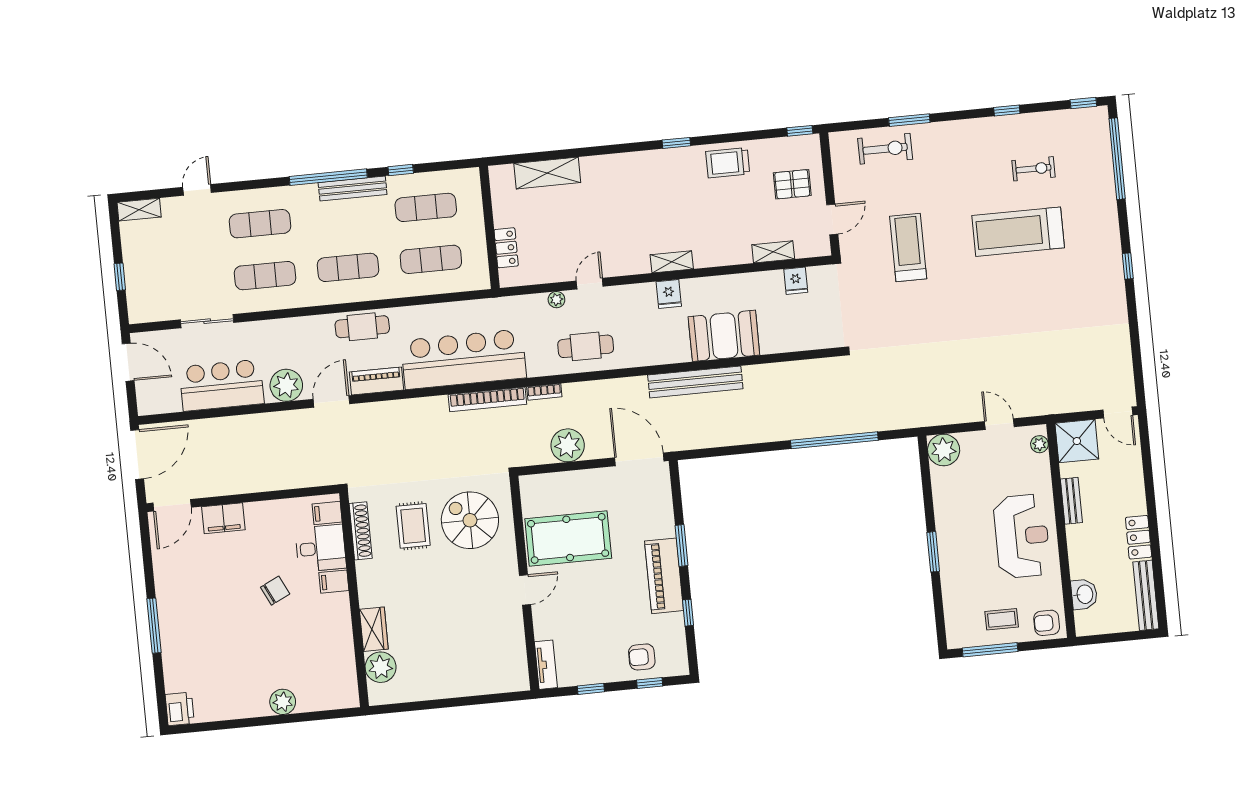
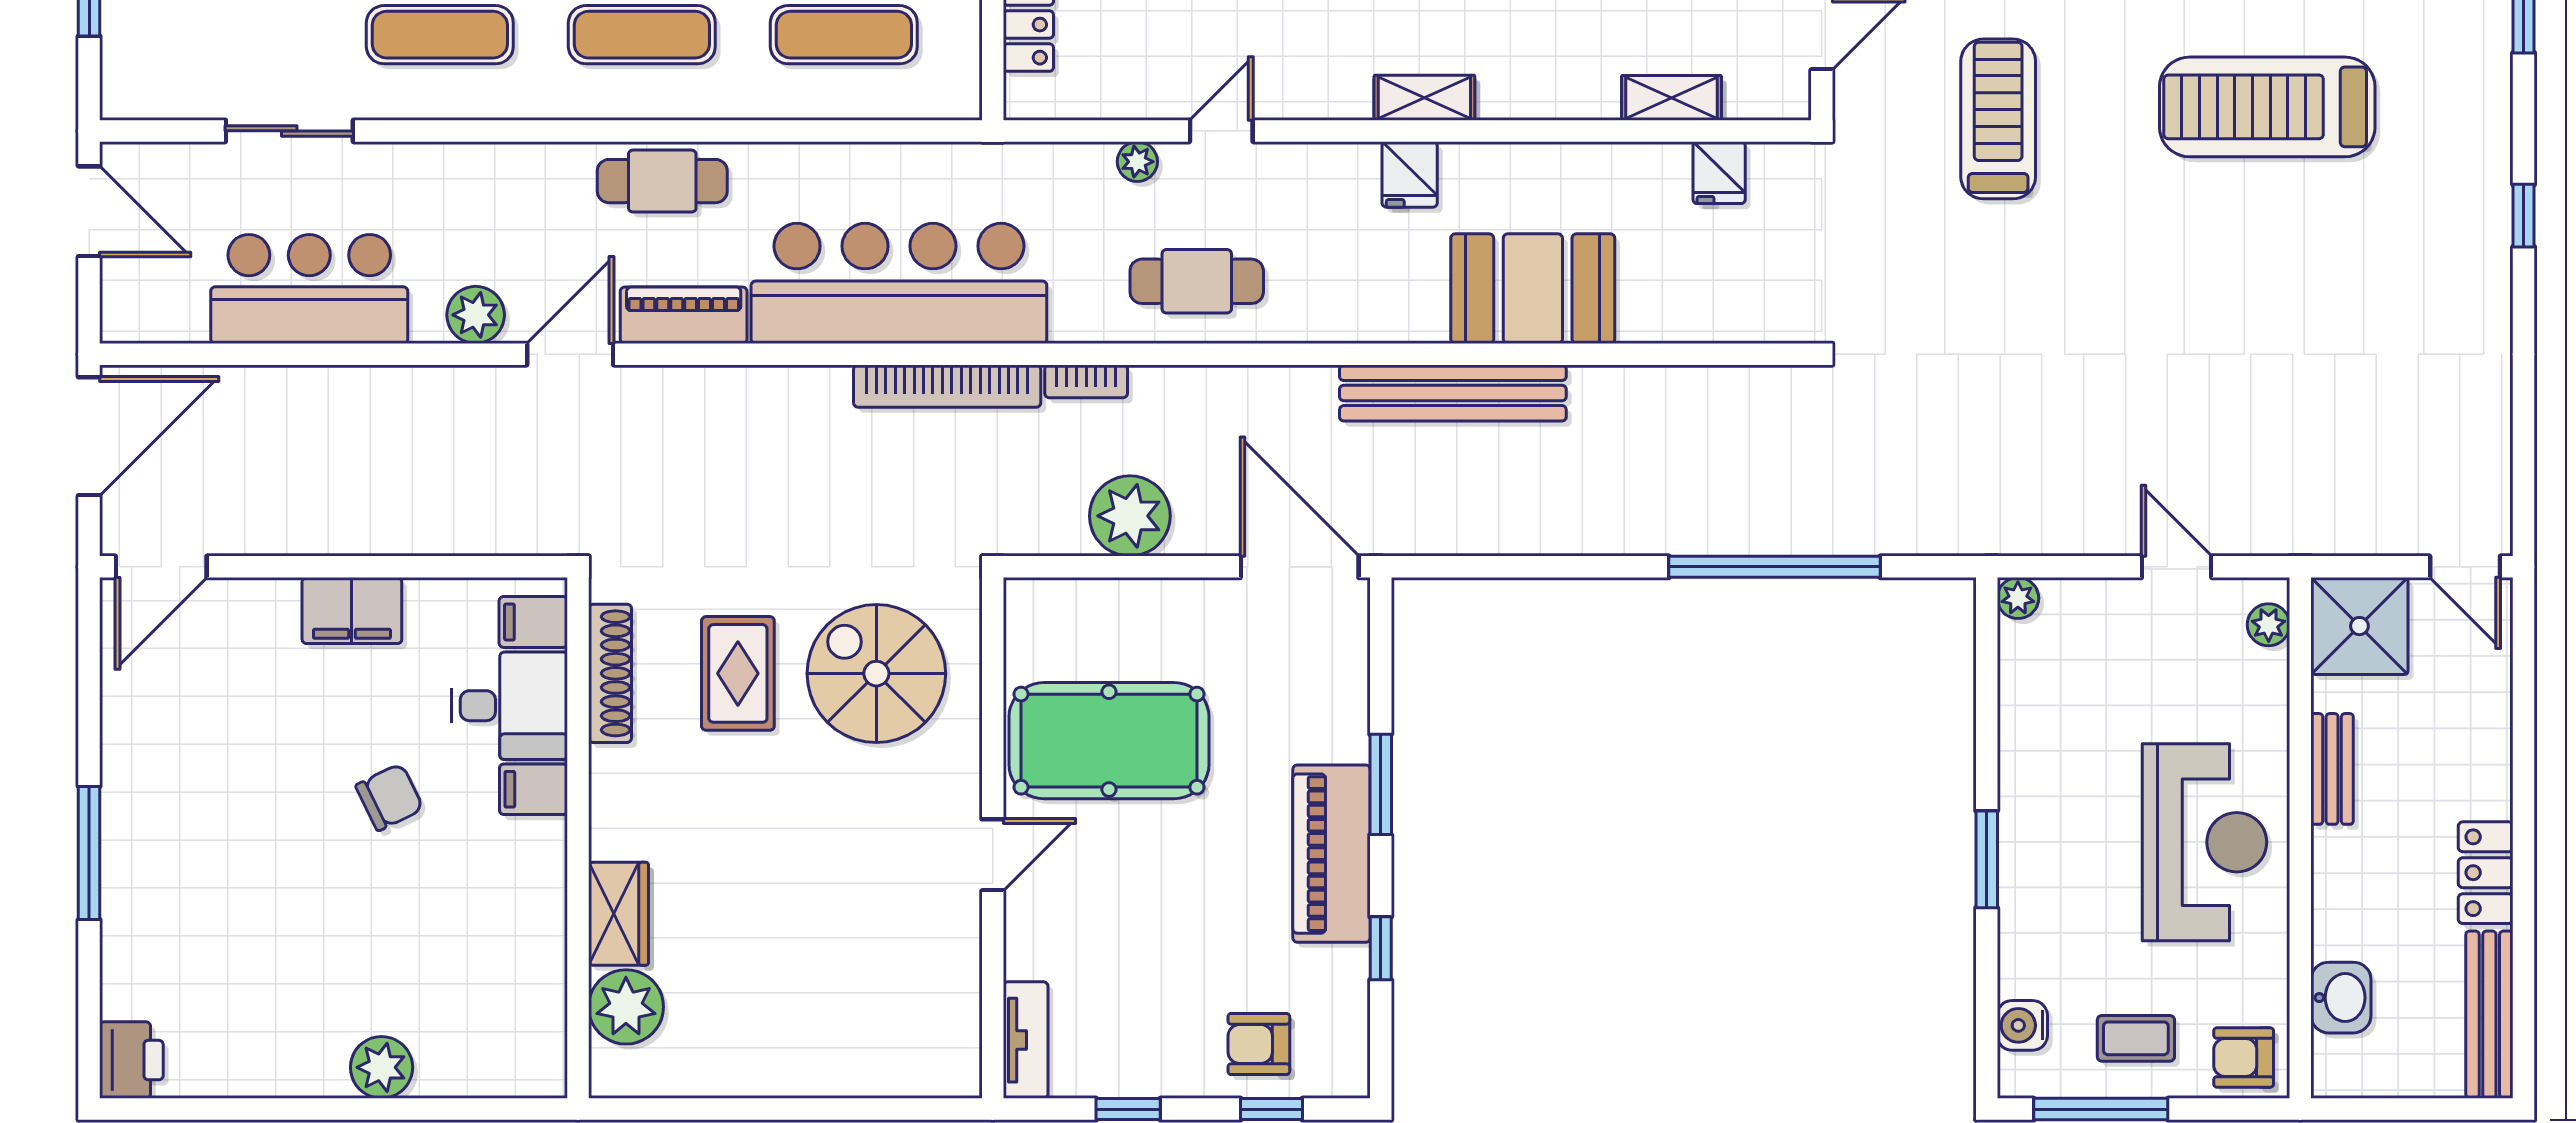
plant: (286, 385) -> (476, 315), width x0.73, depth x0.73
plant: (944, 450) -> (2018, 598), width x0.53, depth x0.53
filing cabinet: (223, 518) -> (352, 611), moved
water cooler: (954, 619) -> (2022, 1025), added

